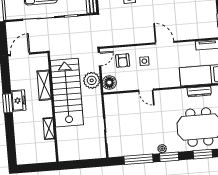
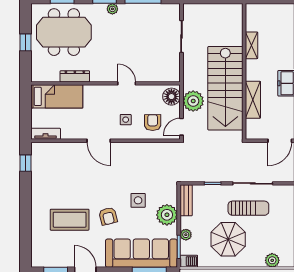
dresser: (199, 92) -> (75, 76), moved

